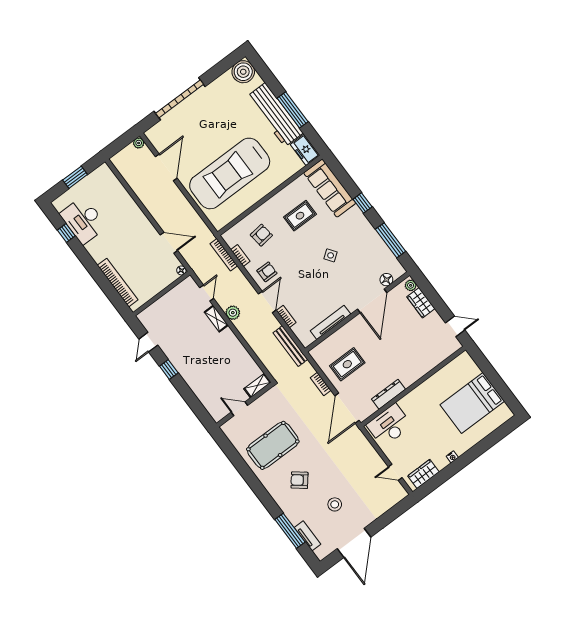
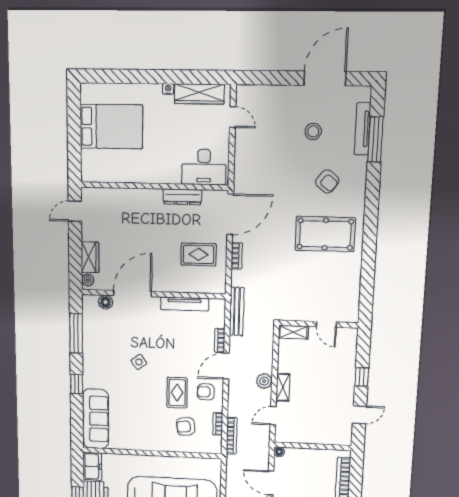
rug: (300, 216) -> (177, 393), moved, turned 90
door: (455, 326) -> (75, 211), hinge flipped
shelving: (257, 386) -> (293, 332), moved
wall: (245, 405) -> (318, 324), moved
door: (239, 409) -> (326, 324), moved
wardrobe: (423, 474) -> (199, 94), width x1.50
tv unit: (307, 536) -> (363, 129), width x1.41

